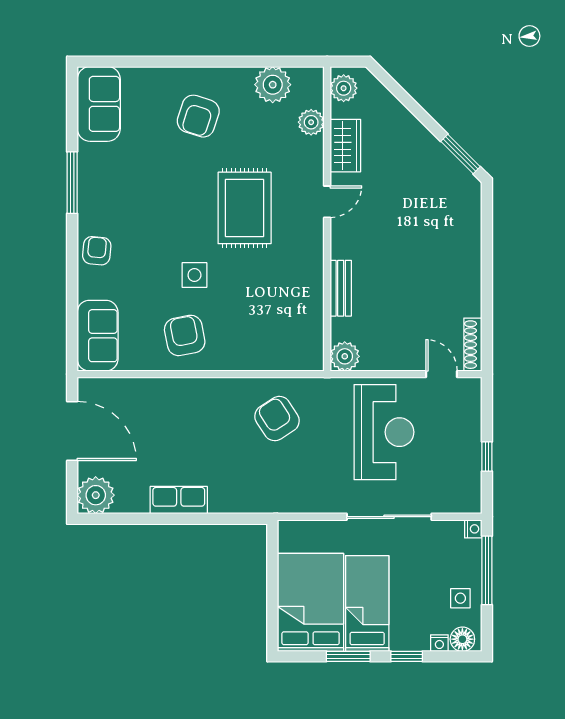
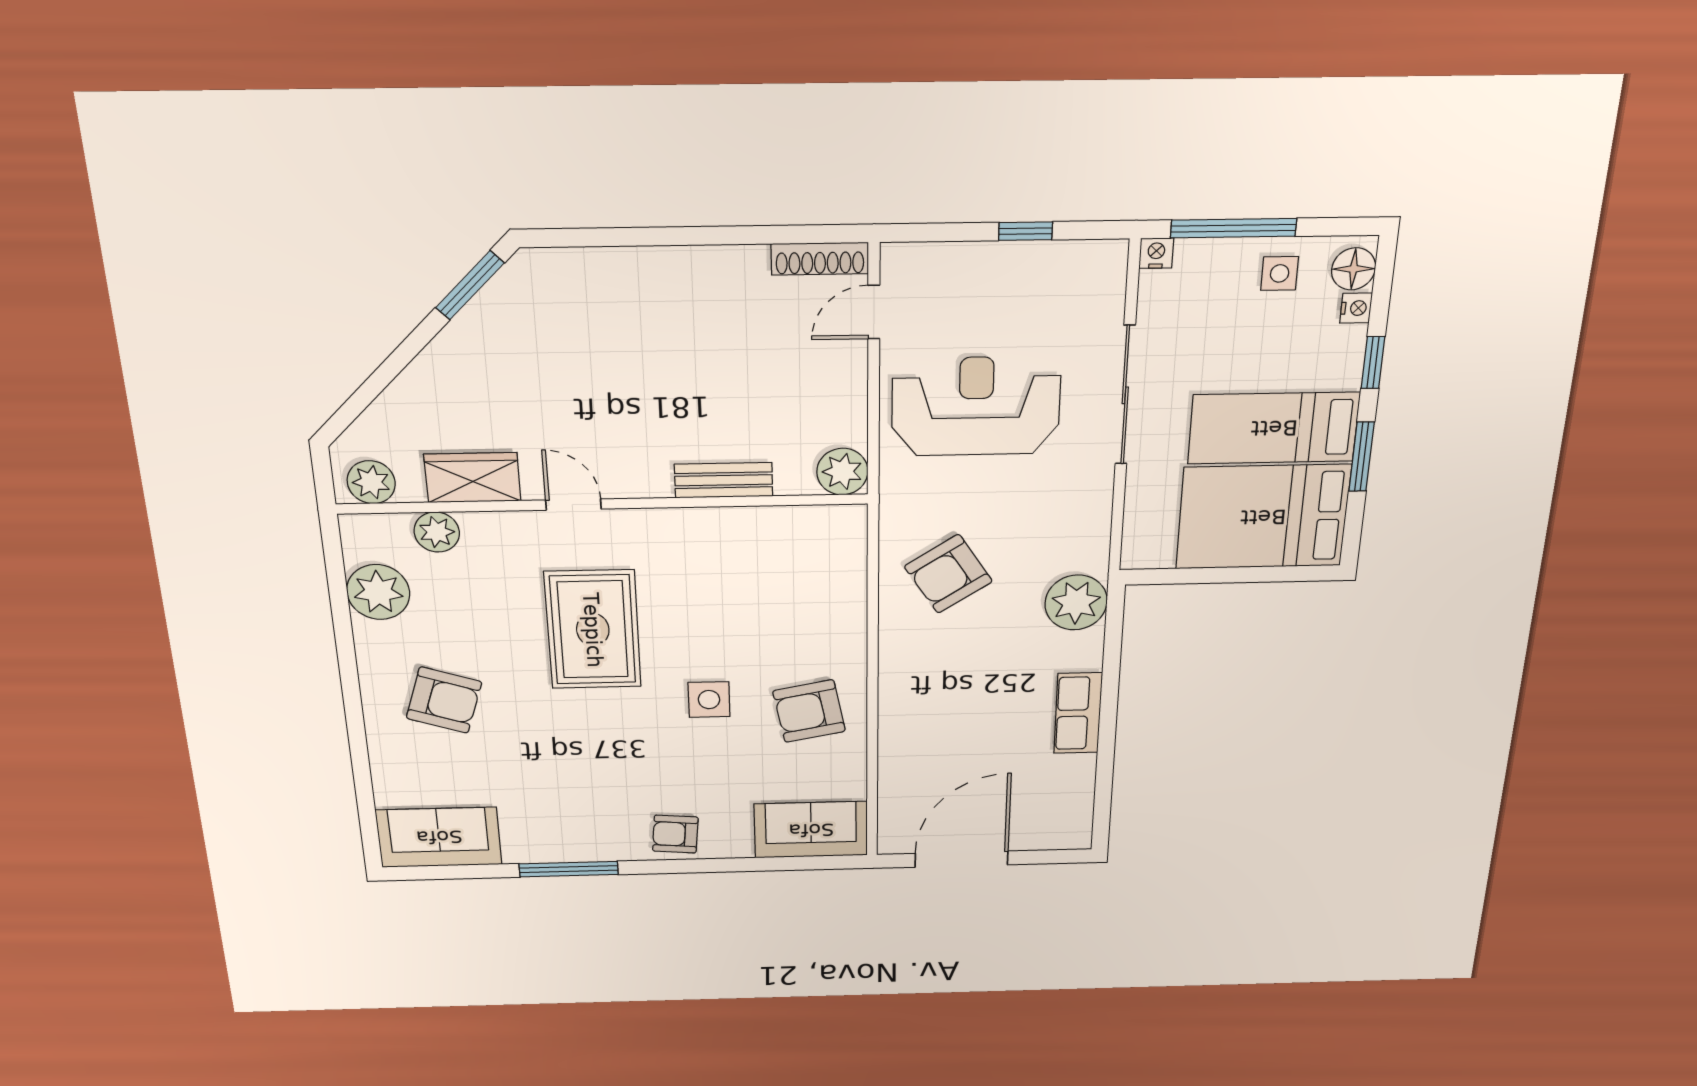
rug: (245, 208) -> (593, 630), turned 90
plant: (96, 495) -> (1076, 603), moved

